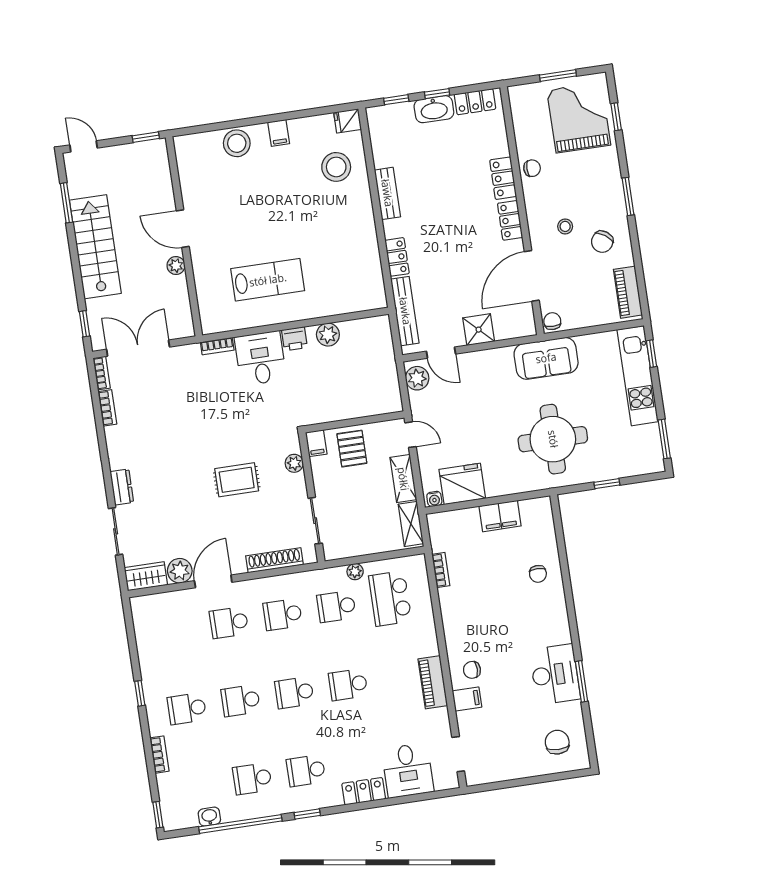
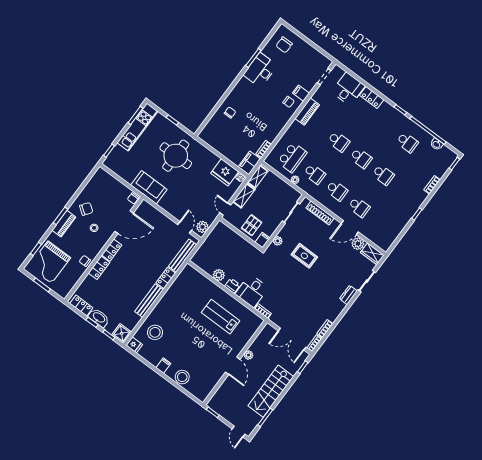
bench: (387, 193) -> (149, 301), width x1.36
piano: (628, 292) -> (64, 224), moved
shower: (479, 330) -> (122, 333), moved
kitchen unit: (638, 376) -> (137, 127), moved
filing cabinet: (500, 516) -> (249, 163), moved, turned -90
school desk: (187, 709) -> (405, 191), removed
school desk: (306, 771) -> (385, 126), removed

